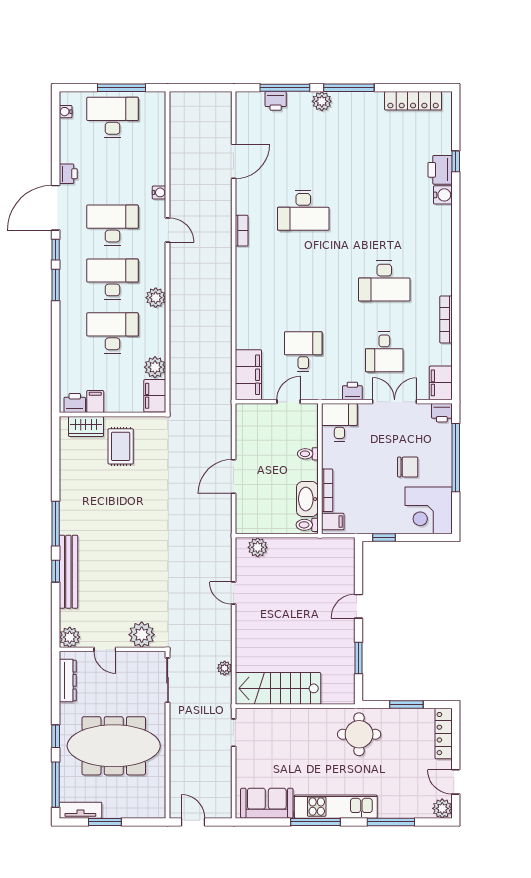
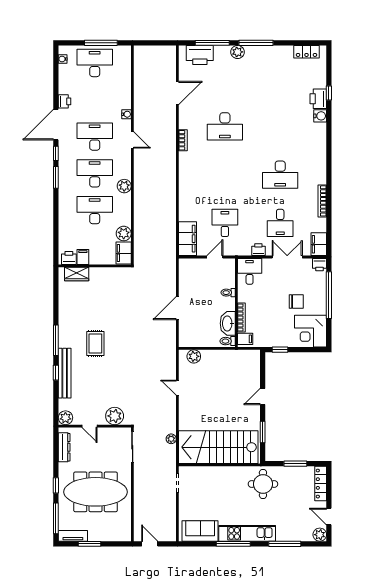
printer: (276, 101) -> (200, 55), width x1.87, depth x1.48
locker: (413, 101) -> (306, 52), width x0.66
rug: (121, 446) -> (95, 343), moved
stairs: (278, 688) -> (218, 447), width x1.36, depth x1.51

